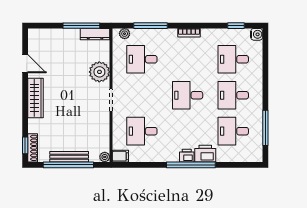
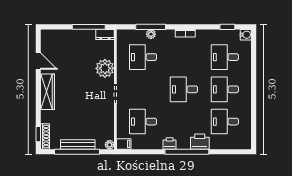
dresser: (95, 34) -> (105, 34), width x0.70
plant: (125, 34) -> (151, 34), moved
window: (265, 128) -> (254, 119), removed
printer: (187, 156) -> (170, 143), moved

